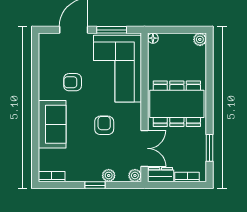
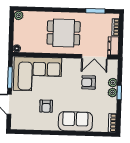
dining table: (177, 104) -> (64, 33), width x0.73
armchair: (104, 125) -> (89, 82), moved
double door: (145, 148) -> (94, 57), swing flipped
plant: (135, 175) -> (112, 93), moved

